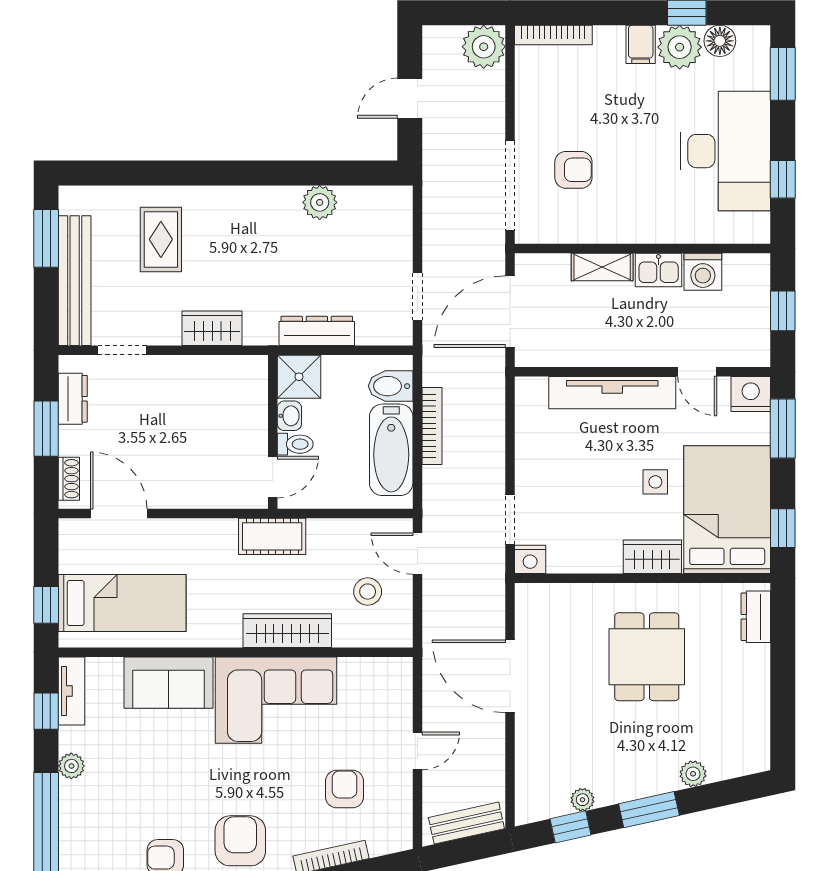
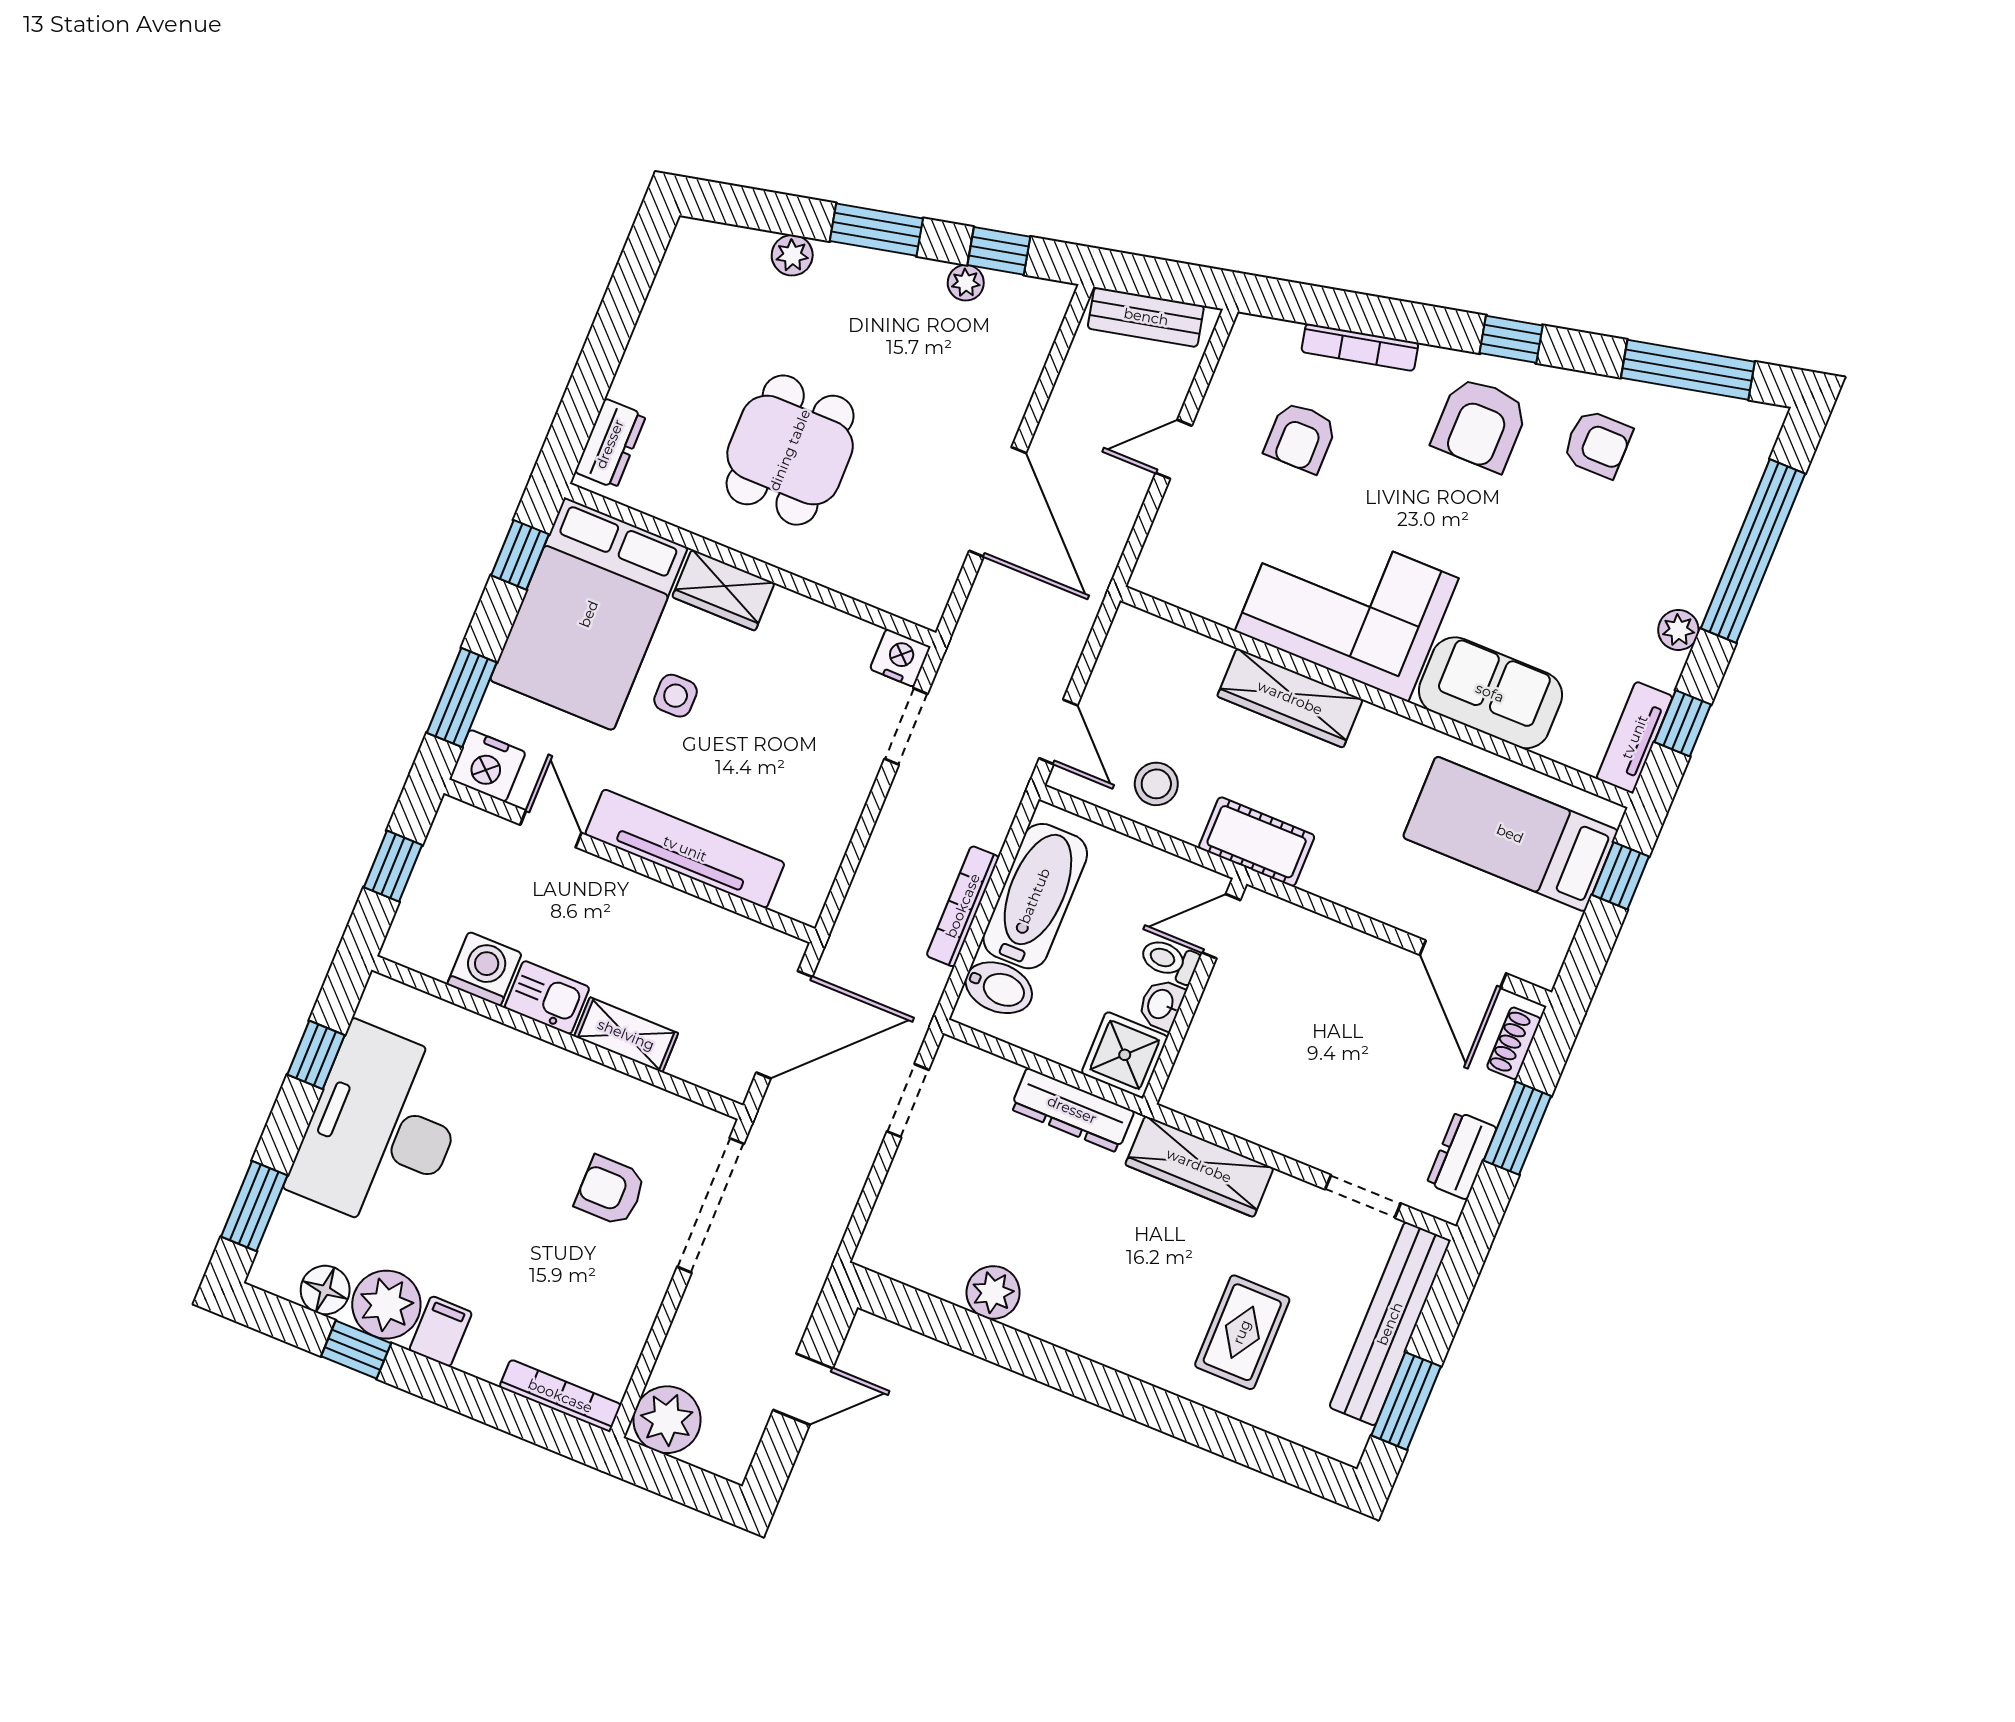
wardrobe: (212, 328) -> (1199, 1166), width x1.50
stool: (368, 592) -> (1156, 784), moved

